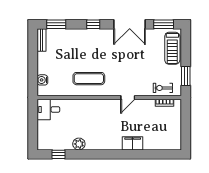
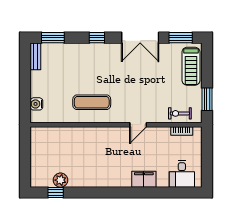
desk: (48, 109) -> (182, 174), moved, turned -90
plant: (79, 144) -> (60, 180), moved

